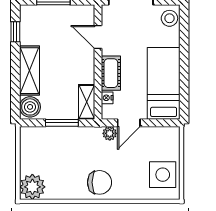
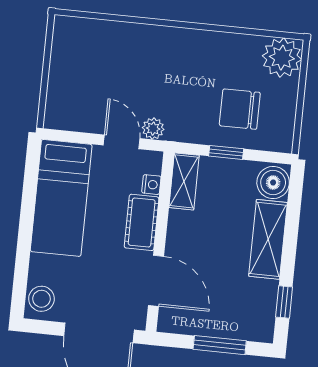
door: (98, 37) -> (156, 281), width x1.38
window: (62, 123) -> (226, 152), width x0.67
door: (129, 123) -> (122, 142), hinge flipped
side table: (163, 175) -> (77, 56), removed
chair: (99, 182) -> (240, 109), moved

